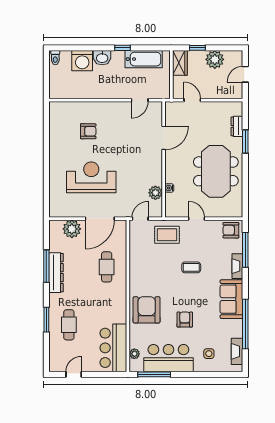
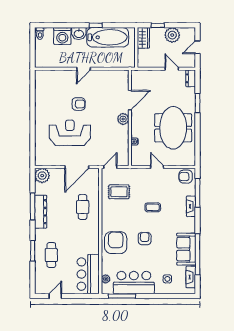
bathtub: (144, 59) -> (108, 37), width x1.36, depth x1.36
door: (140, 100) -> (83, 69), moved
door: (192, 100) -> (172, 69), moved
dresser: (237, 126) -> (191, 78), moved
armchair: (88, 131) -> (79, 104), moved
plant: (155, 193) -> (123, 119), moved
plant: (72, 229) -> (42, 176), moved
rug: (167, 235) -> (119, 192), moved
sofa: (231, 299) -> (186, 249), moved
armchair: (185, 320) -> (145, 239), moved

